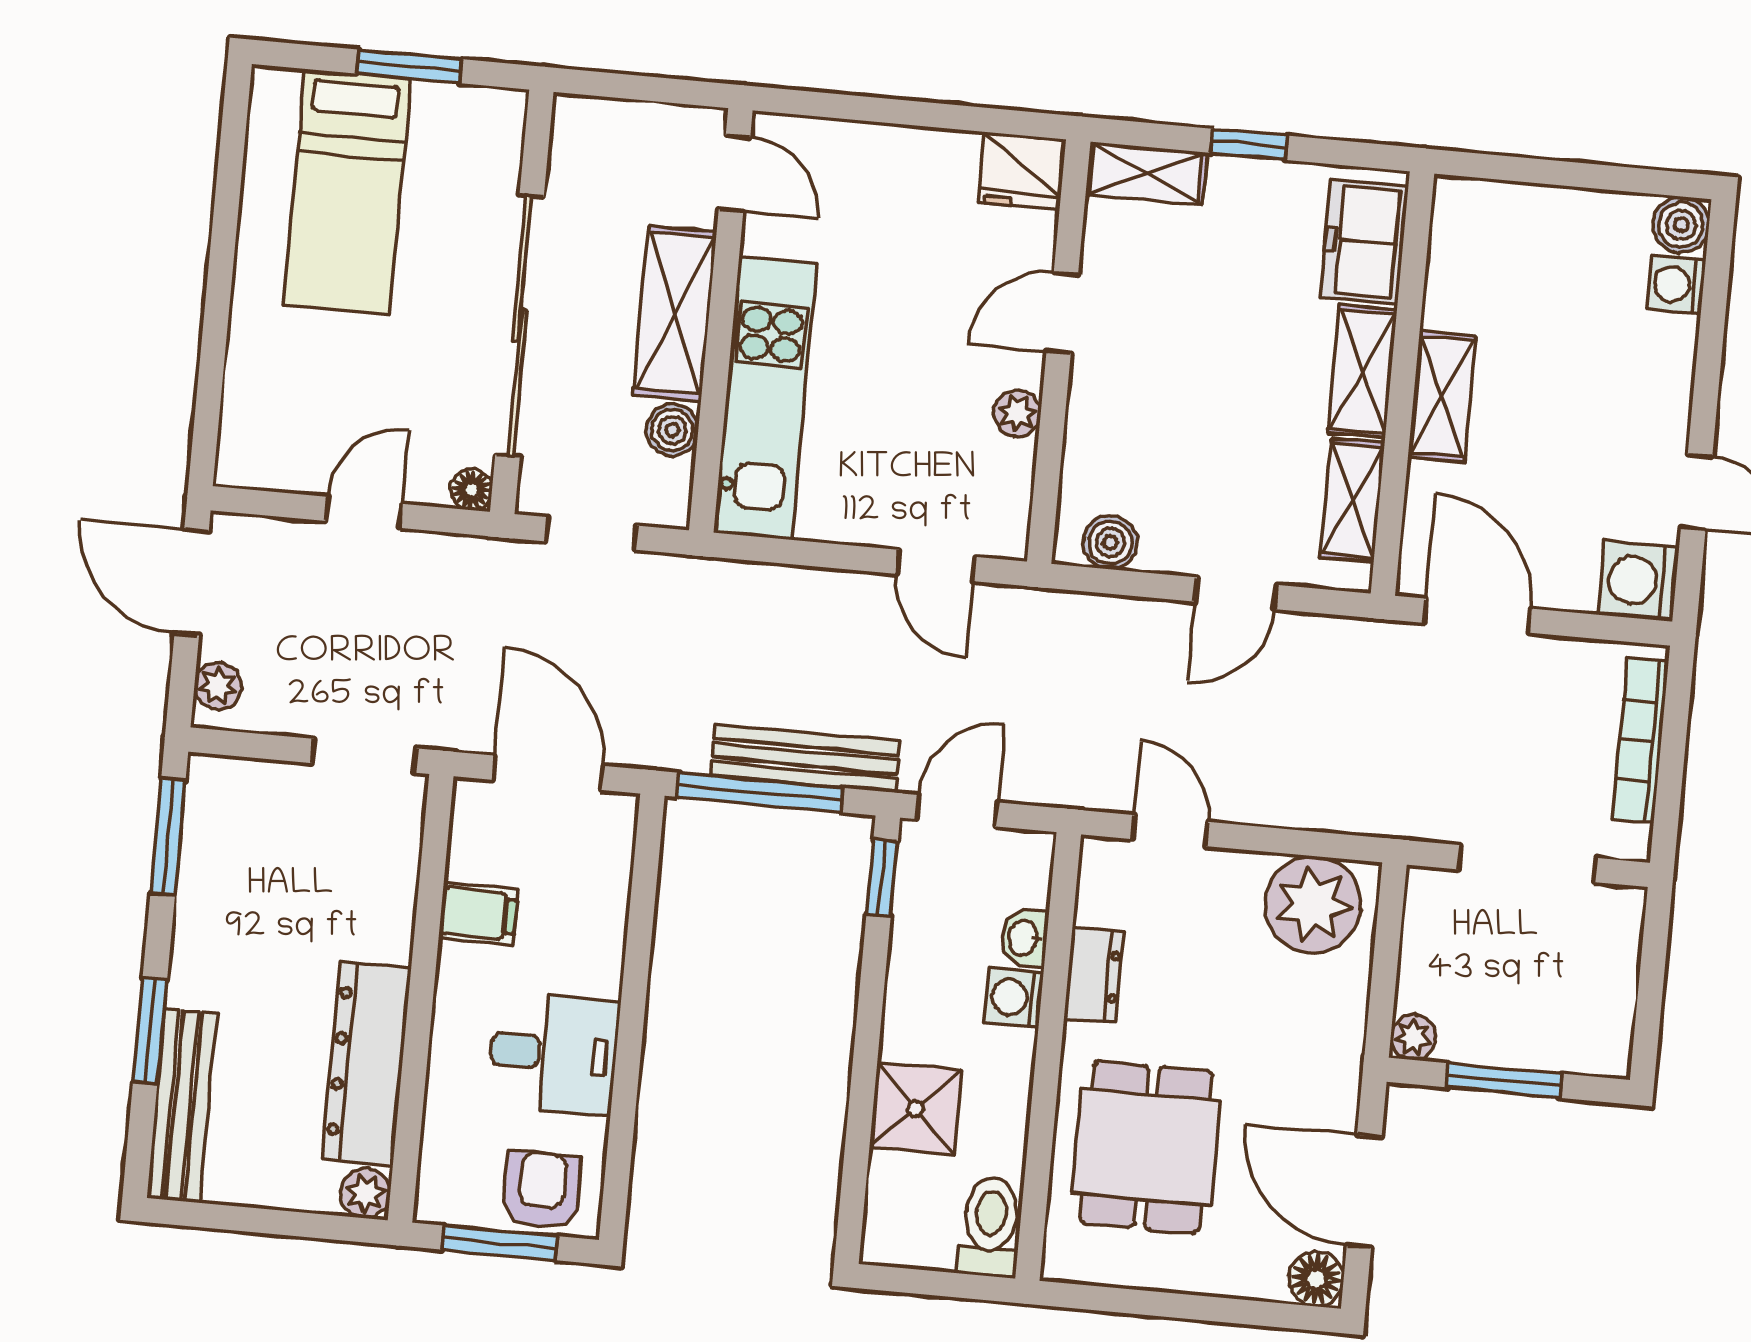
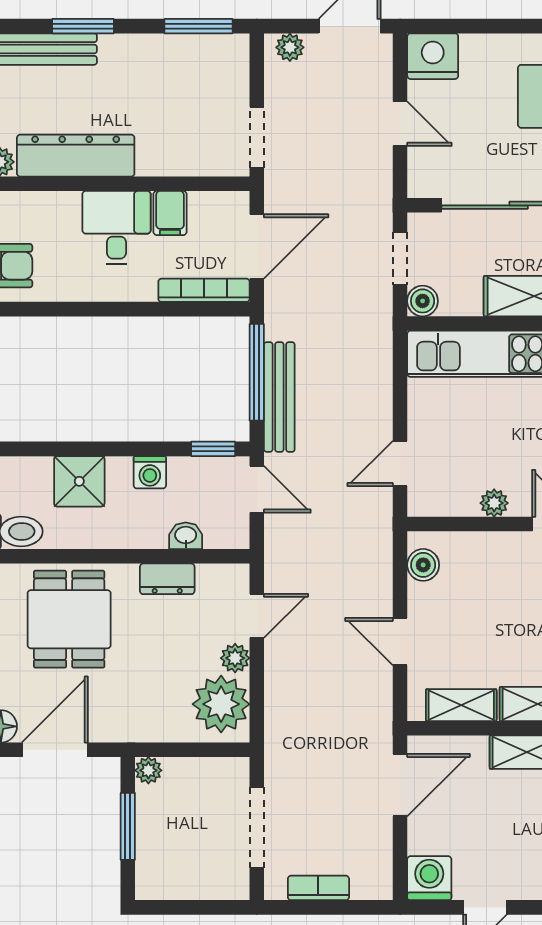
boiler: (672, 430) -> (423, 301), moved
nightstand: (255, 447) -> (433, 56), added
floor lamp: (472, 490) -> (419, 186), removed
bookcase: (1641, 740) -> (318, 888), width x0.64
bookcase: (614, 869) -> (204, 290), added
plant: (1238, 874) -> (235, 658), added
washing machine: (1014, 997) -> (150, 472), moved, turned 180
desk: (554, 1054) -> (116, 228), moved, turned 180
dining table: (1146, 1147) -> (69, 619), turned 90

